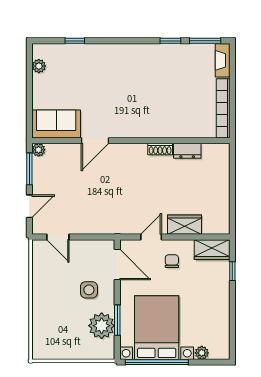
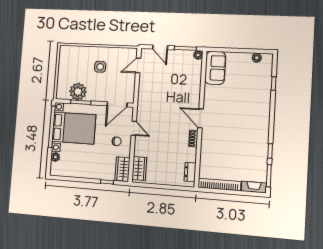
door: (95, 141) -> (201, 118), moved
dresser: (187, 151) -> (190, 172), moved
wardrobe: (184, 225) -> (139, 168), moved
side table: (89, 290) -> (100, 67), moved

